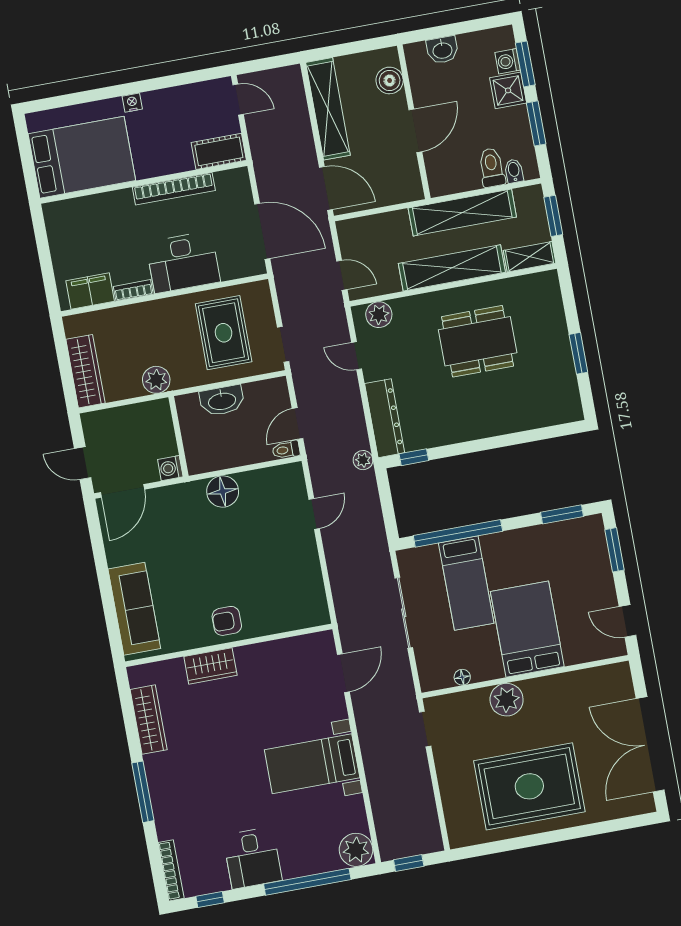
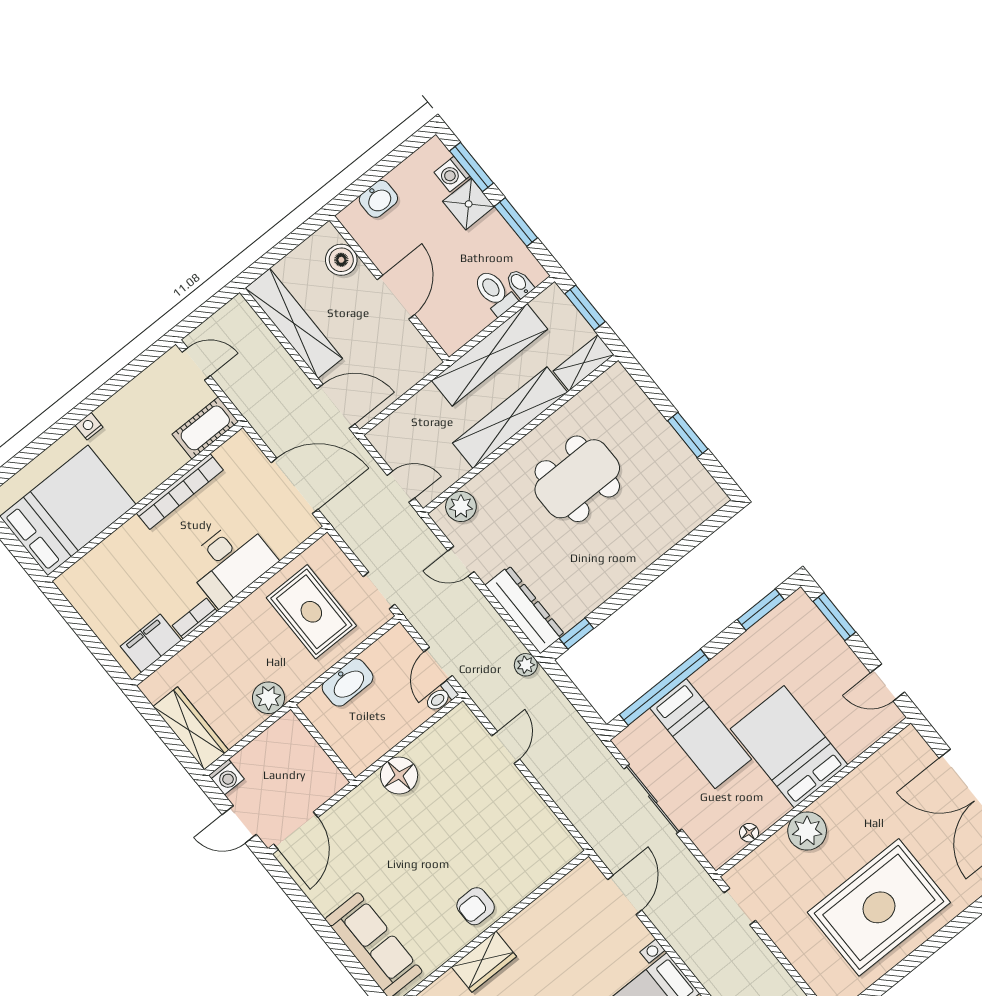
washing machine: (170, 468) -> (226, 777), moved, turned -90

